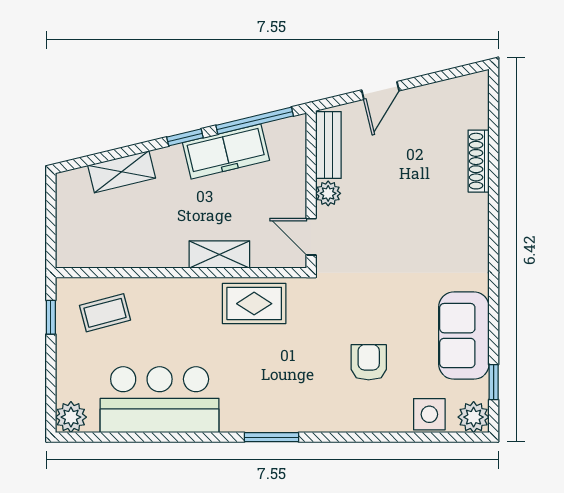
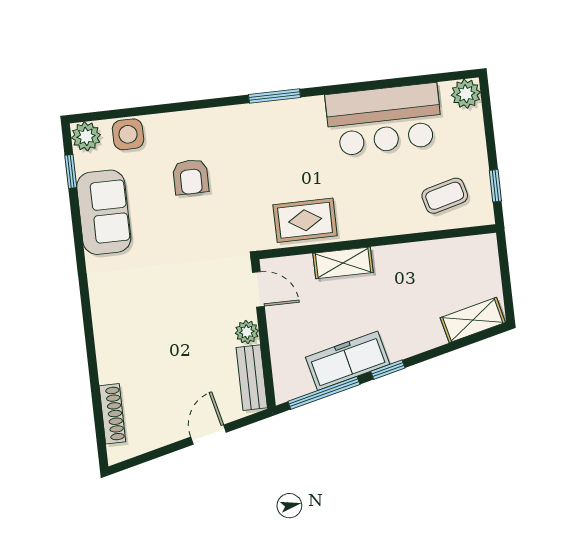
shoe rack: (479, 161) -> (112, 414), moved
shelving: (122, 172) -> (473, 320), moved

